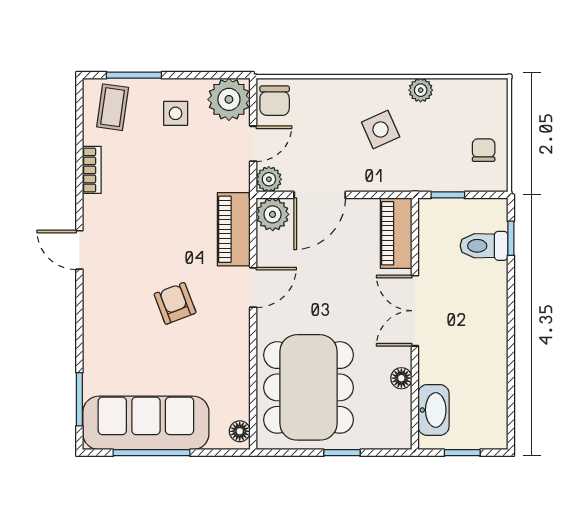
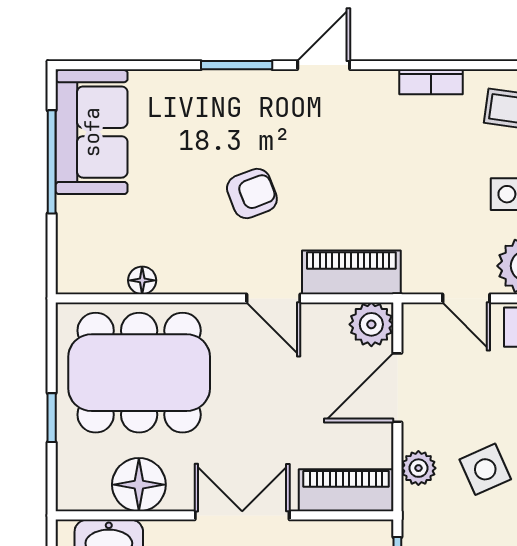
plant: (269, 179) -> (418, 468), moved
door: (320, 195) -> (397, 388), hinge flipped
floor lamp: (401, 378) -> (139, 485), width x1.89, depth x1.89
window: (79, 399) -> (237, 65), moved
sofa: (146, 423) -> (92, 132), width x0.73
floor lamp: (240, 431) -> (142, 280), moved

